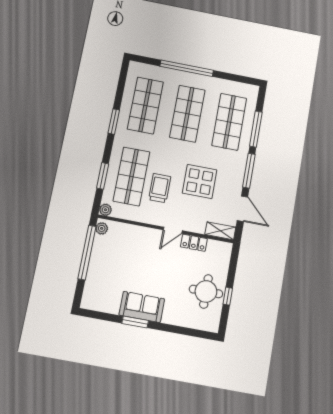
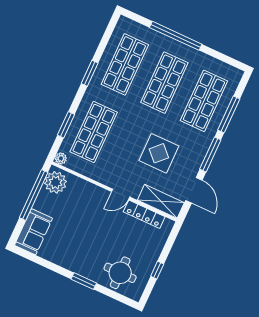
trolley: (160, 188) -> (118, 150), removed
plant: (102, 228) -> (56, 182), width x1.87, depth x1.87
shelving: (220, 231) -> (161, 201), width x1.50, depth x1.33
locker: (194, 243) -> (144, 214), width x1.53
round table: (206, 291) -> (120, 273), moved
sofa: (142, 307) -> (34, 232), moved, turned 90
window: (135, 322) -> (84, 281), moved

